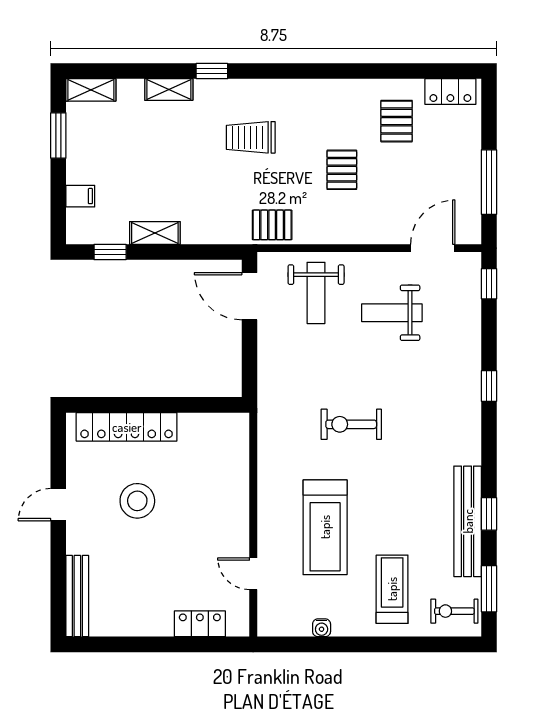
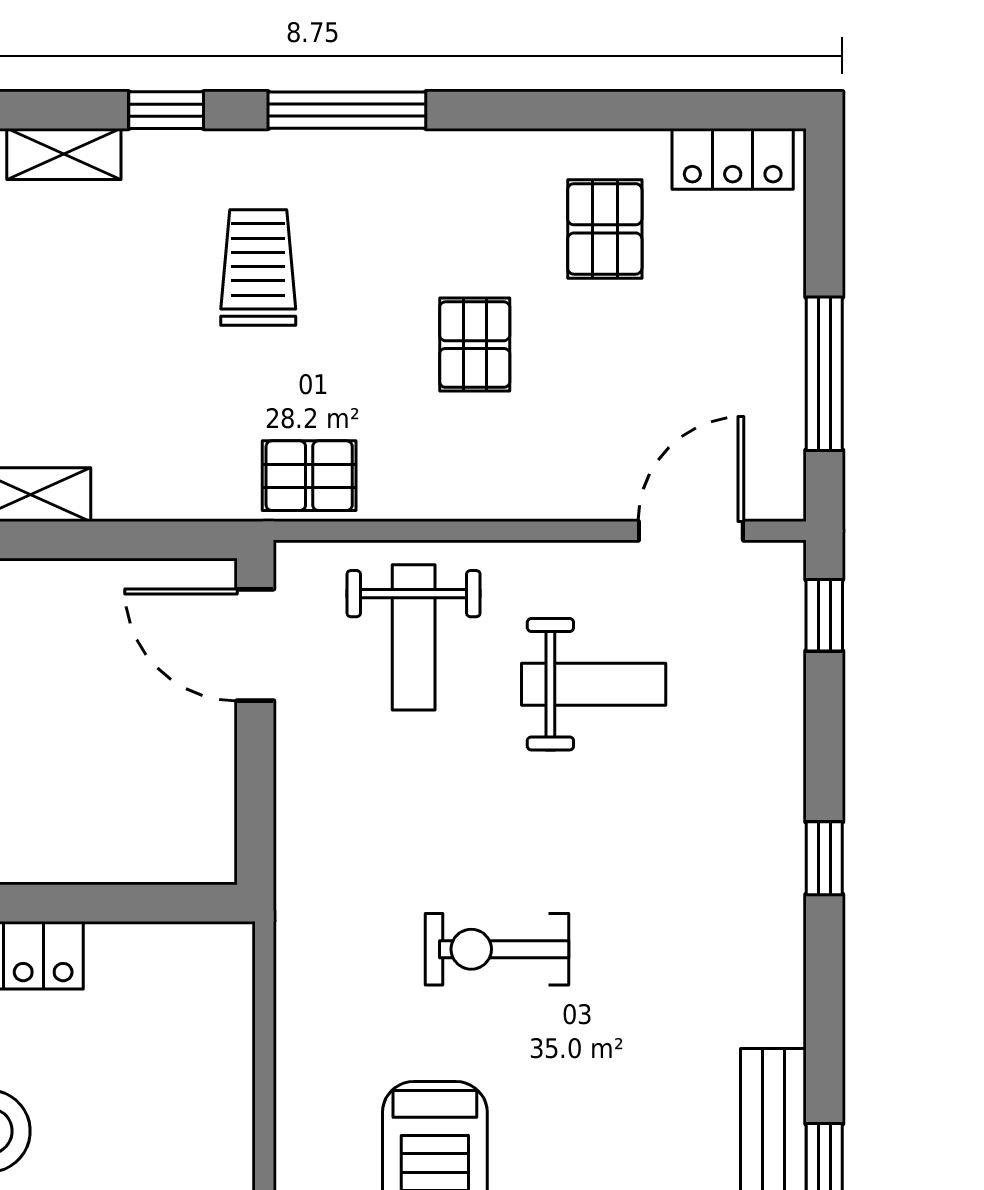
window: (288, 71) -> (347, 110), added
trolley: (251, 137) -> (258, 268), turned 90
weight bench: (392, 313) -> (594, 684), turned 180

